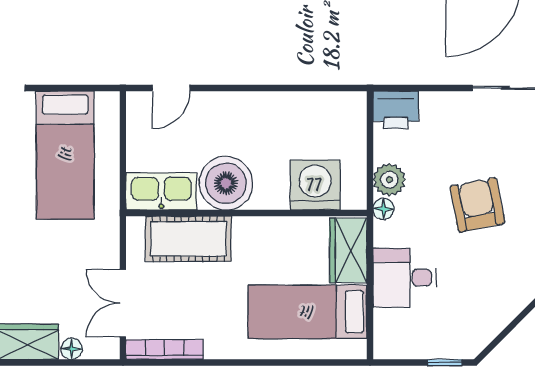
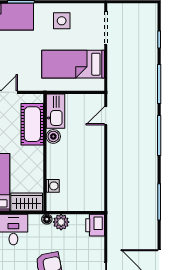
door: (171, 88) -> (106, 116), hinge flipped
boiler: (226, 183) -> (53, 136), width x0.54, depth x0.54
washing machine: (315, 185) -> (53, 186), width x0.53, depth x0.53

